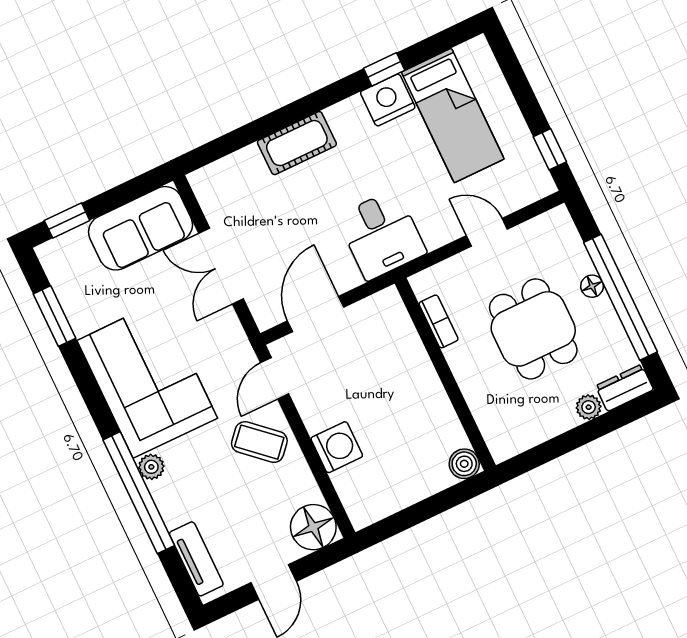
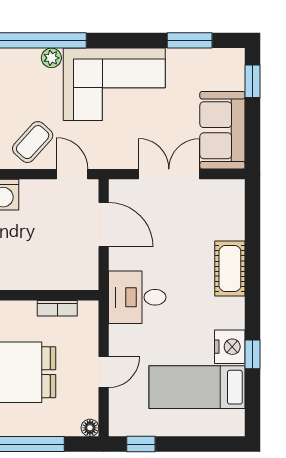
floor lamp: (592, 286) -> (90, 428), moved

